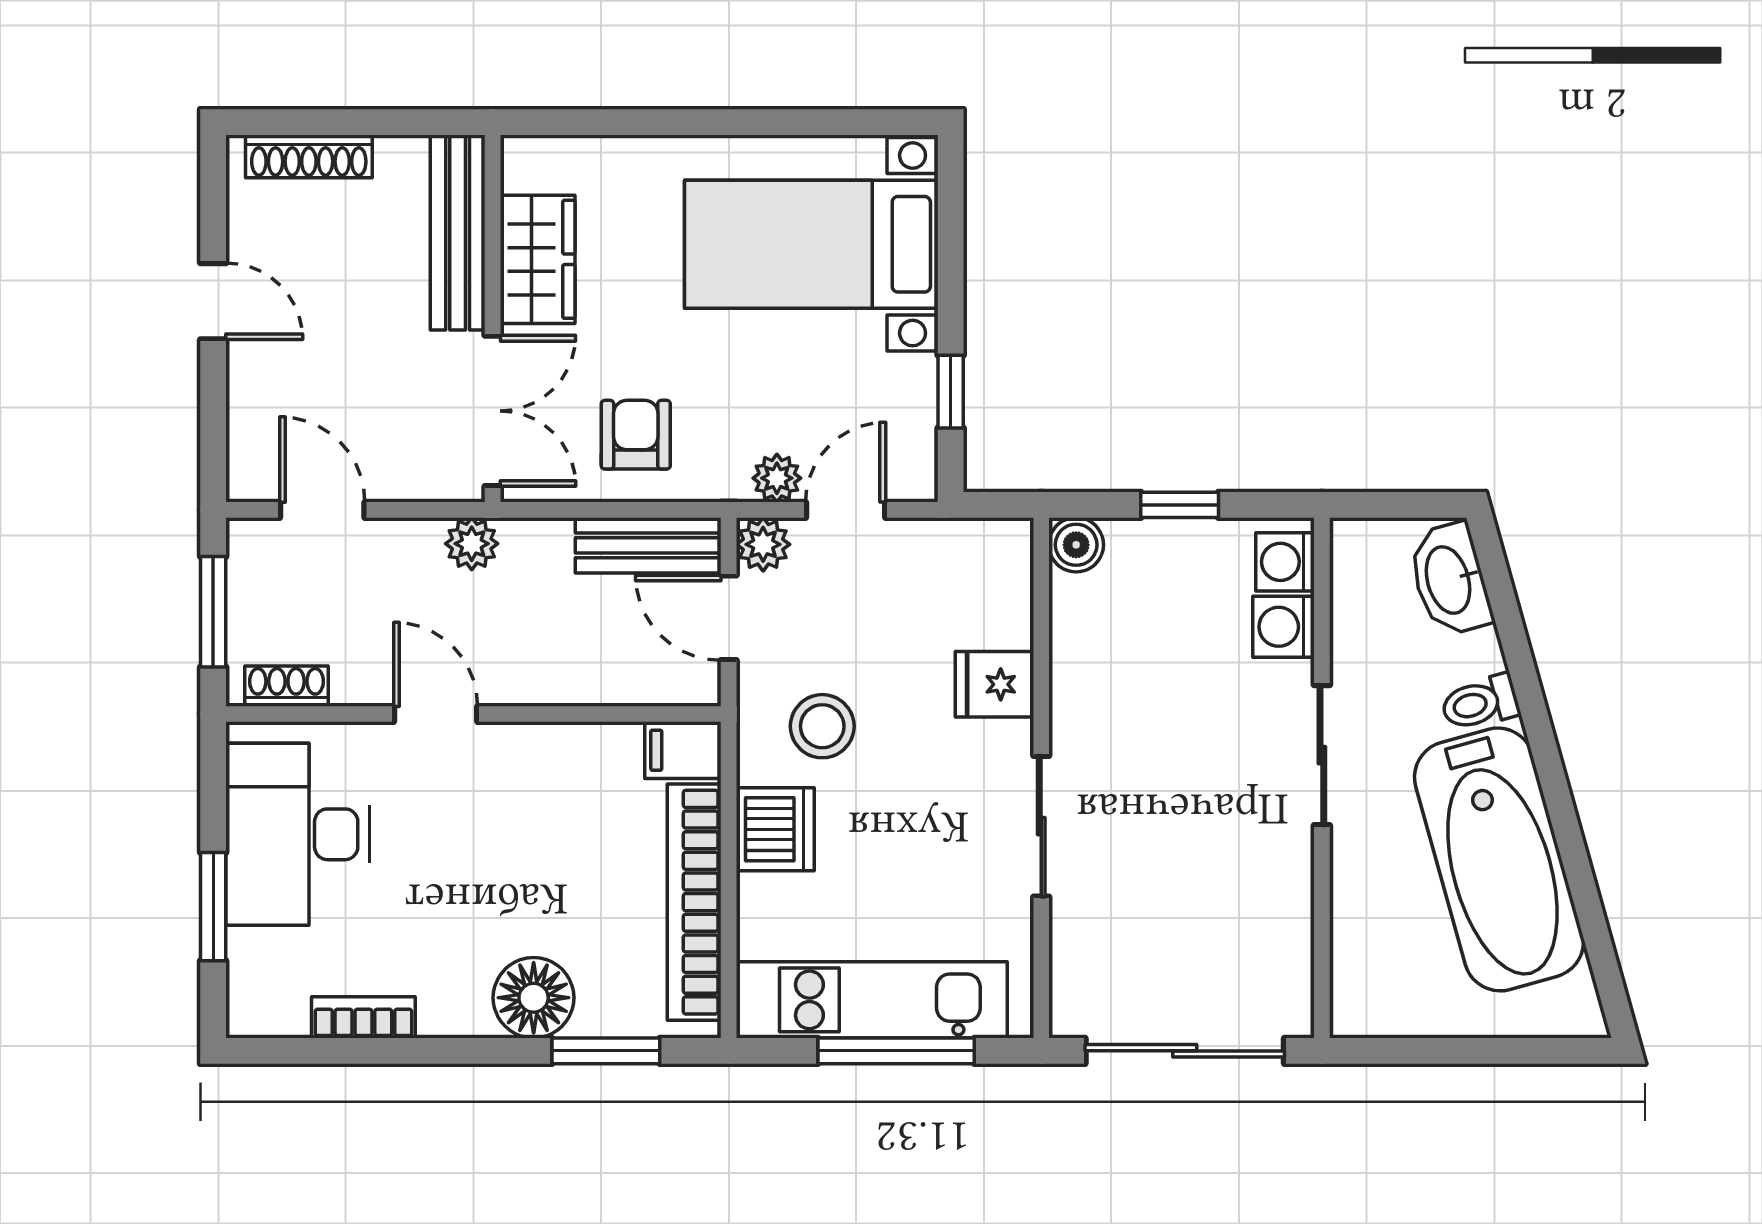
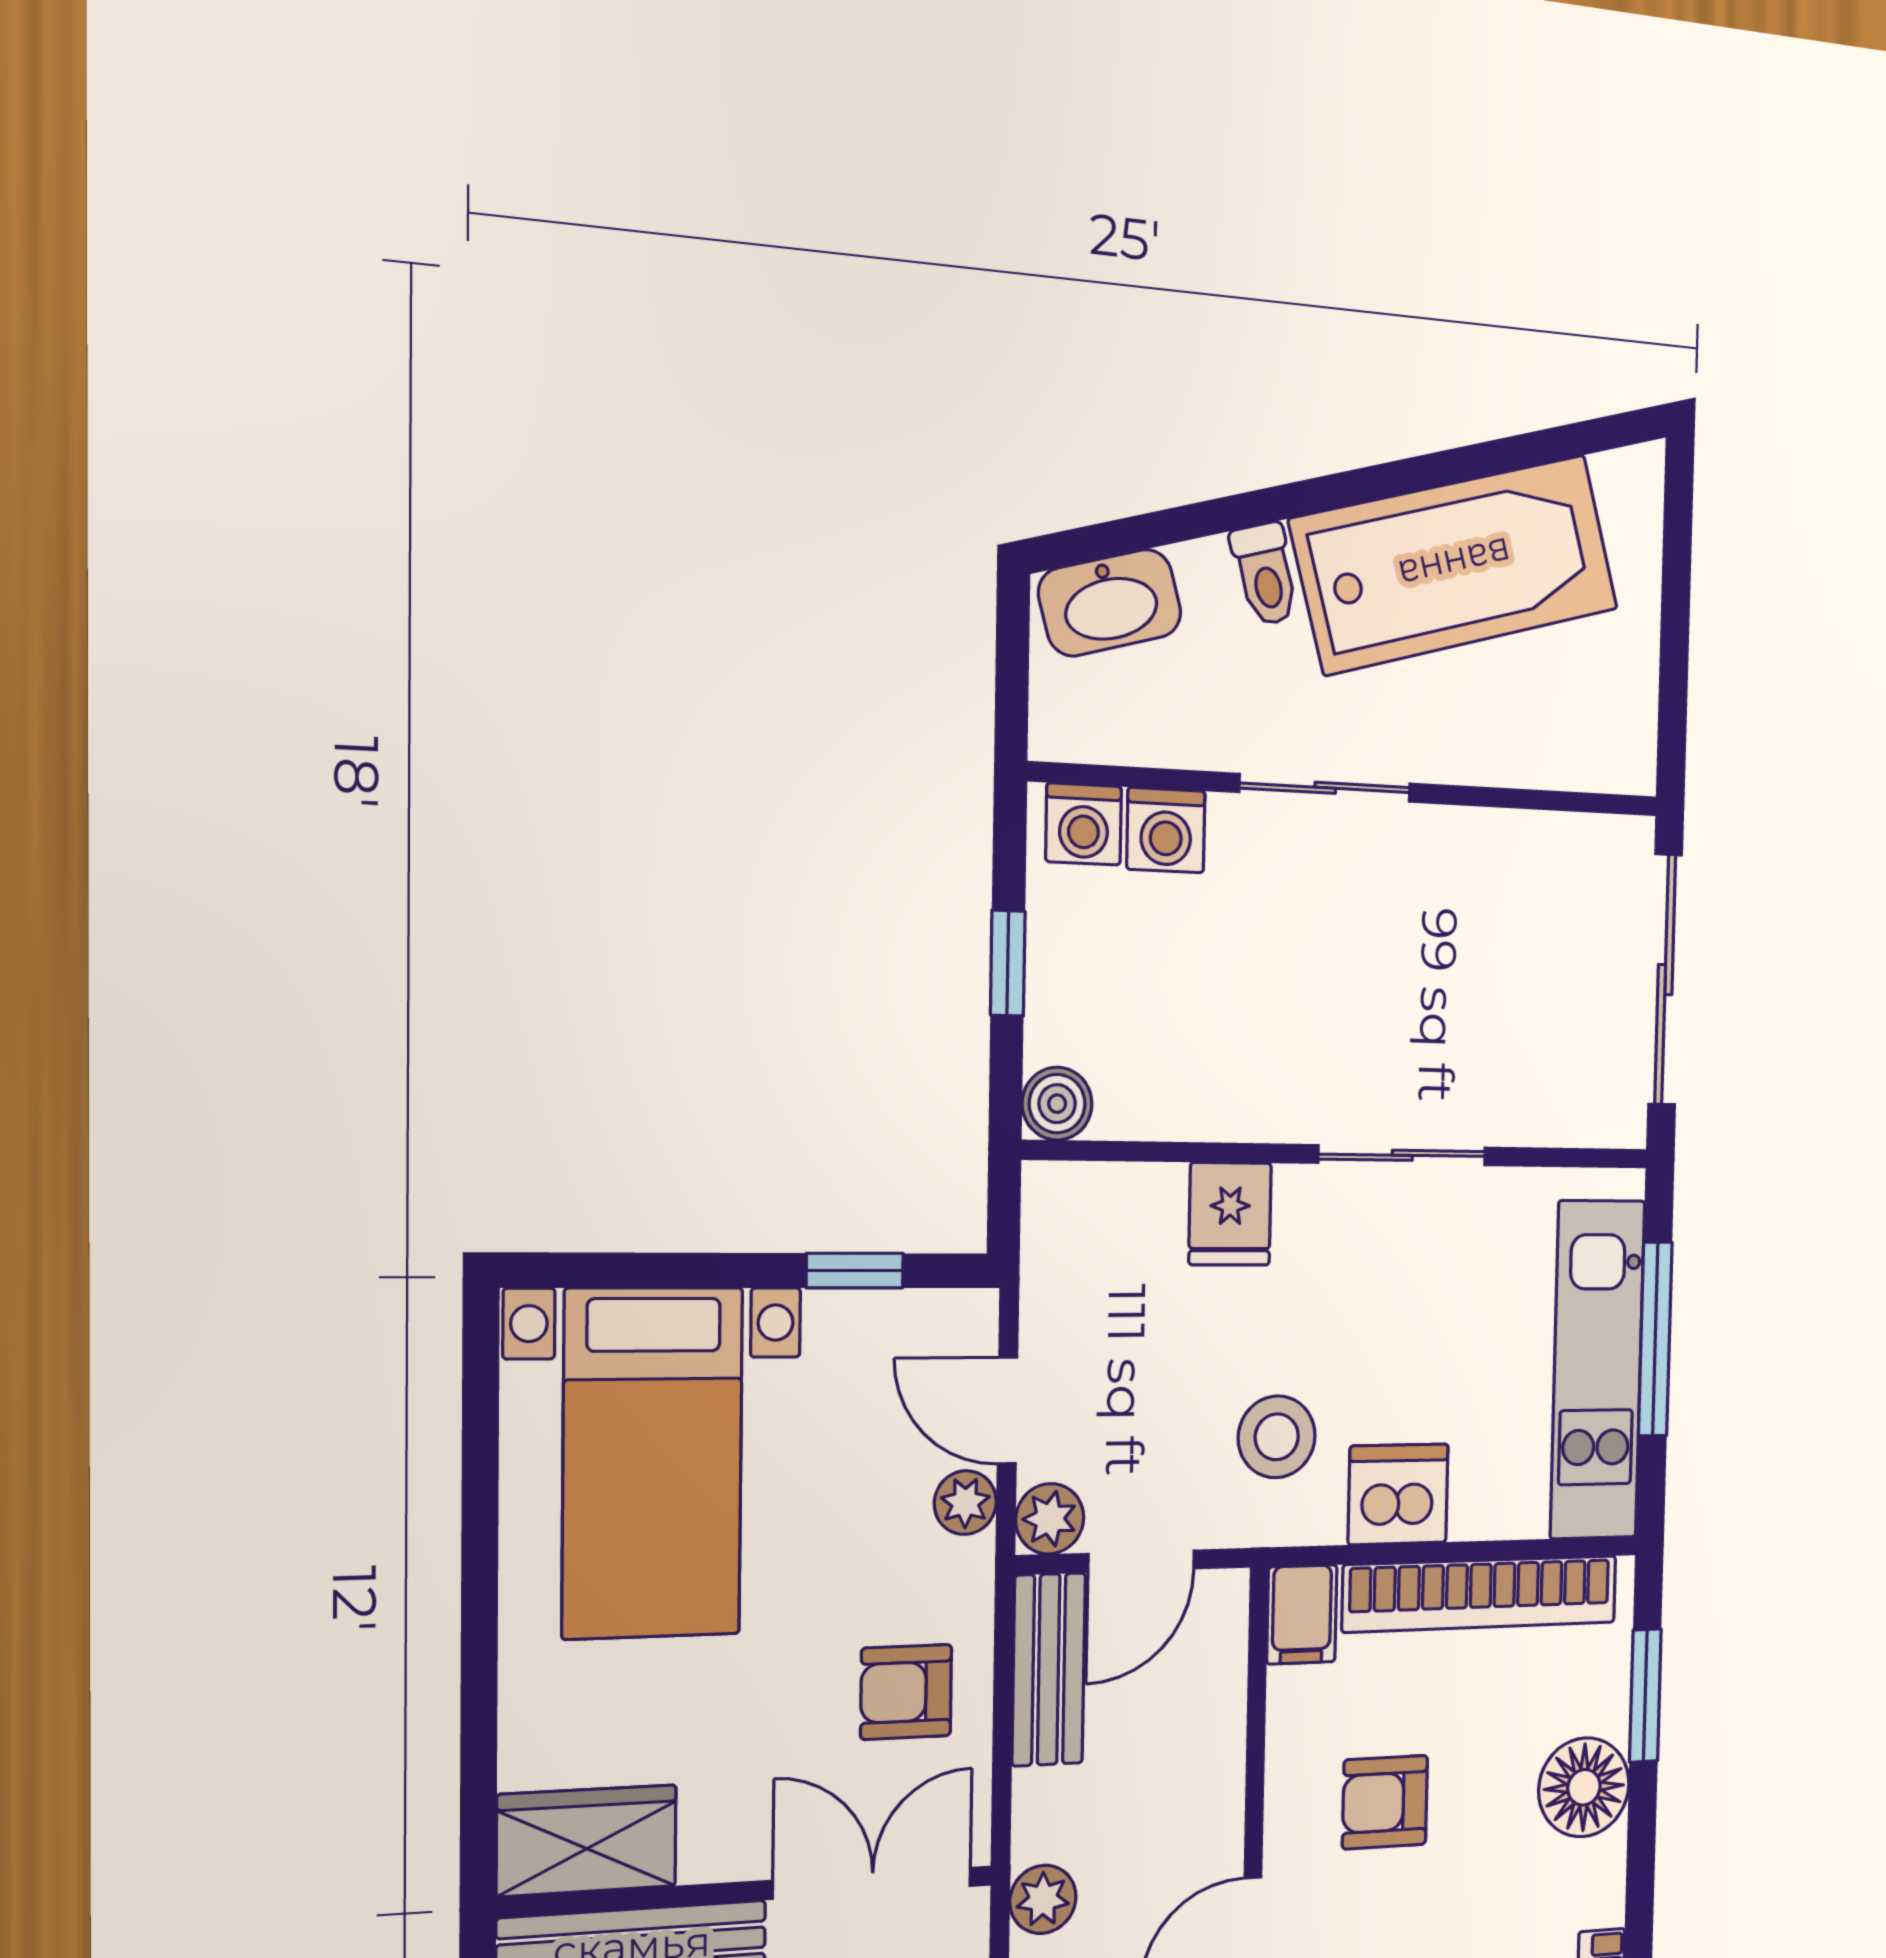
wardrobe: (538, 259) -> (587, 1841), moved
armchair: (531, 824) -> (1385, 1802), added

